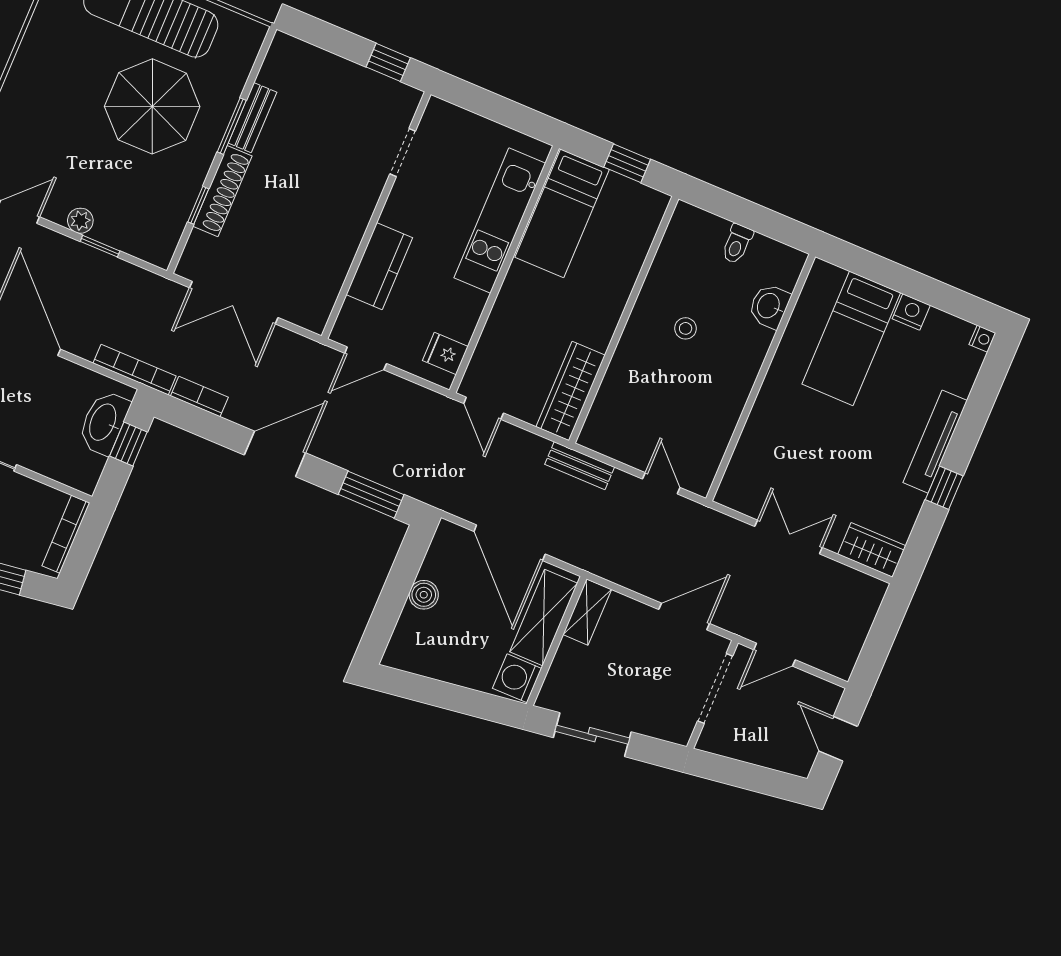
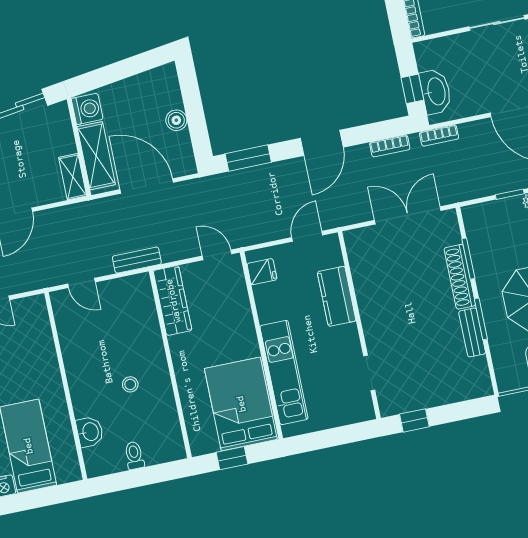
window: (198, 205) -> (468, 259), width x1.50
bed: (562, 213) -> (241, 404), width x1.50
bookcase: (135, 370) -> (439, 135), width x0.64

